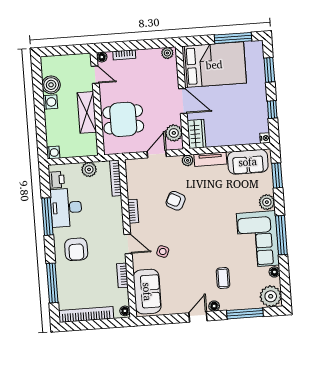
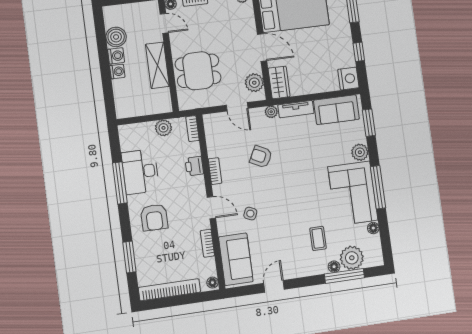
nightstand: (265, 138) -> (348, 78), width x1.89, depth x1.79
washing machine: (53, 153) -> (117, 71), moved
door: (157, 154) -> (237, 107), swing flipped
bookcase: (116, 178) -> (192, 129), width x0.64
printer: (56, 180) -> (194, 166), moved, turned 180
window: (52, 283) -> (129, 257), width x0.69
plant: (271, 296) -> (352, 258), moved
floor lamp: (214, 306) -> (334, 267), moved
door: (198, 317) -> (274, 286), moved

